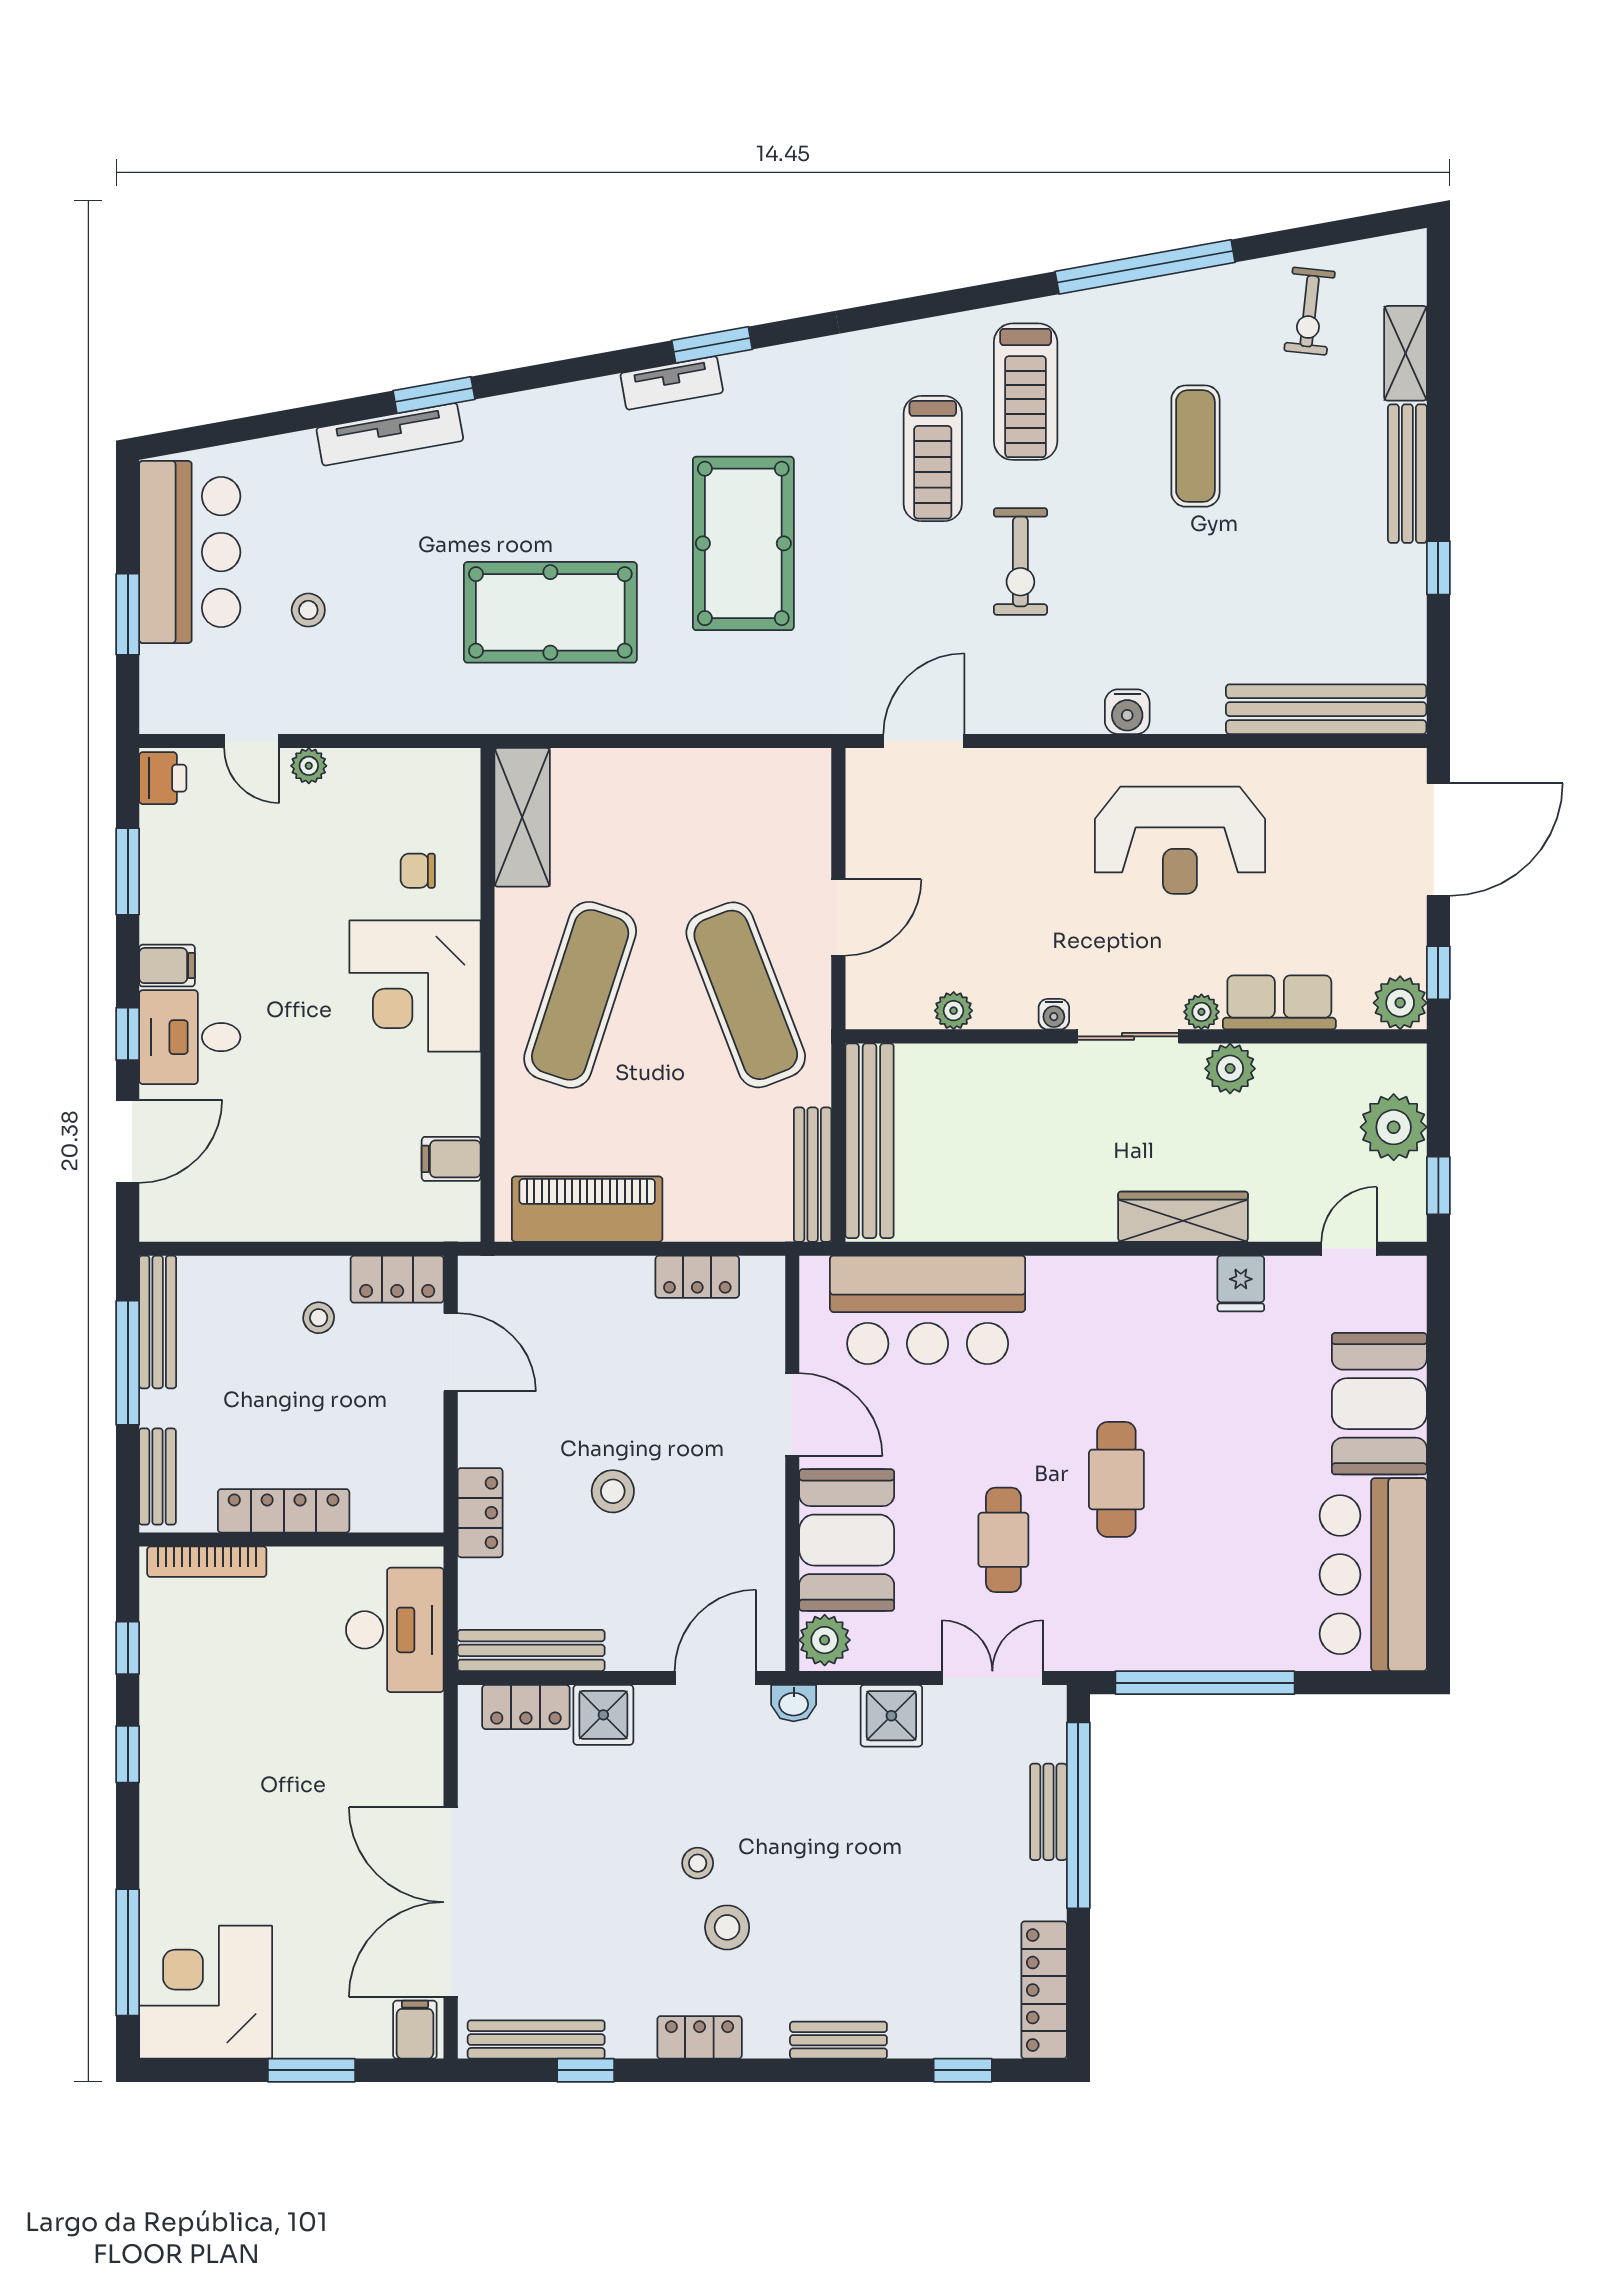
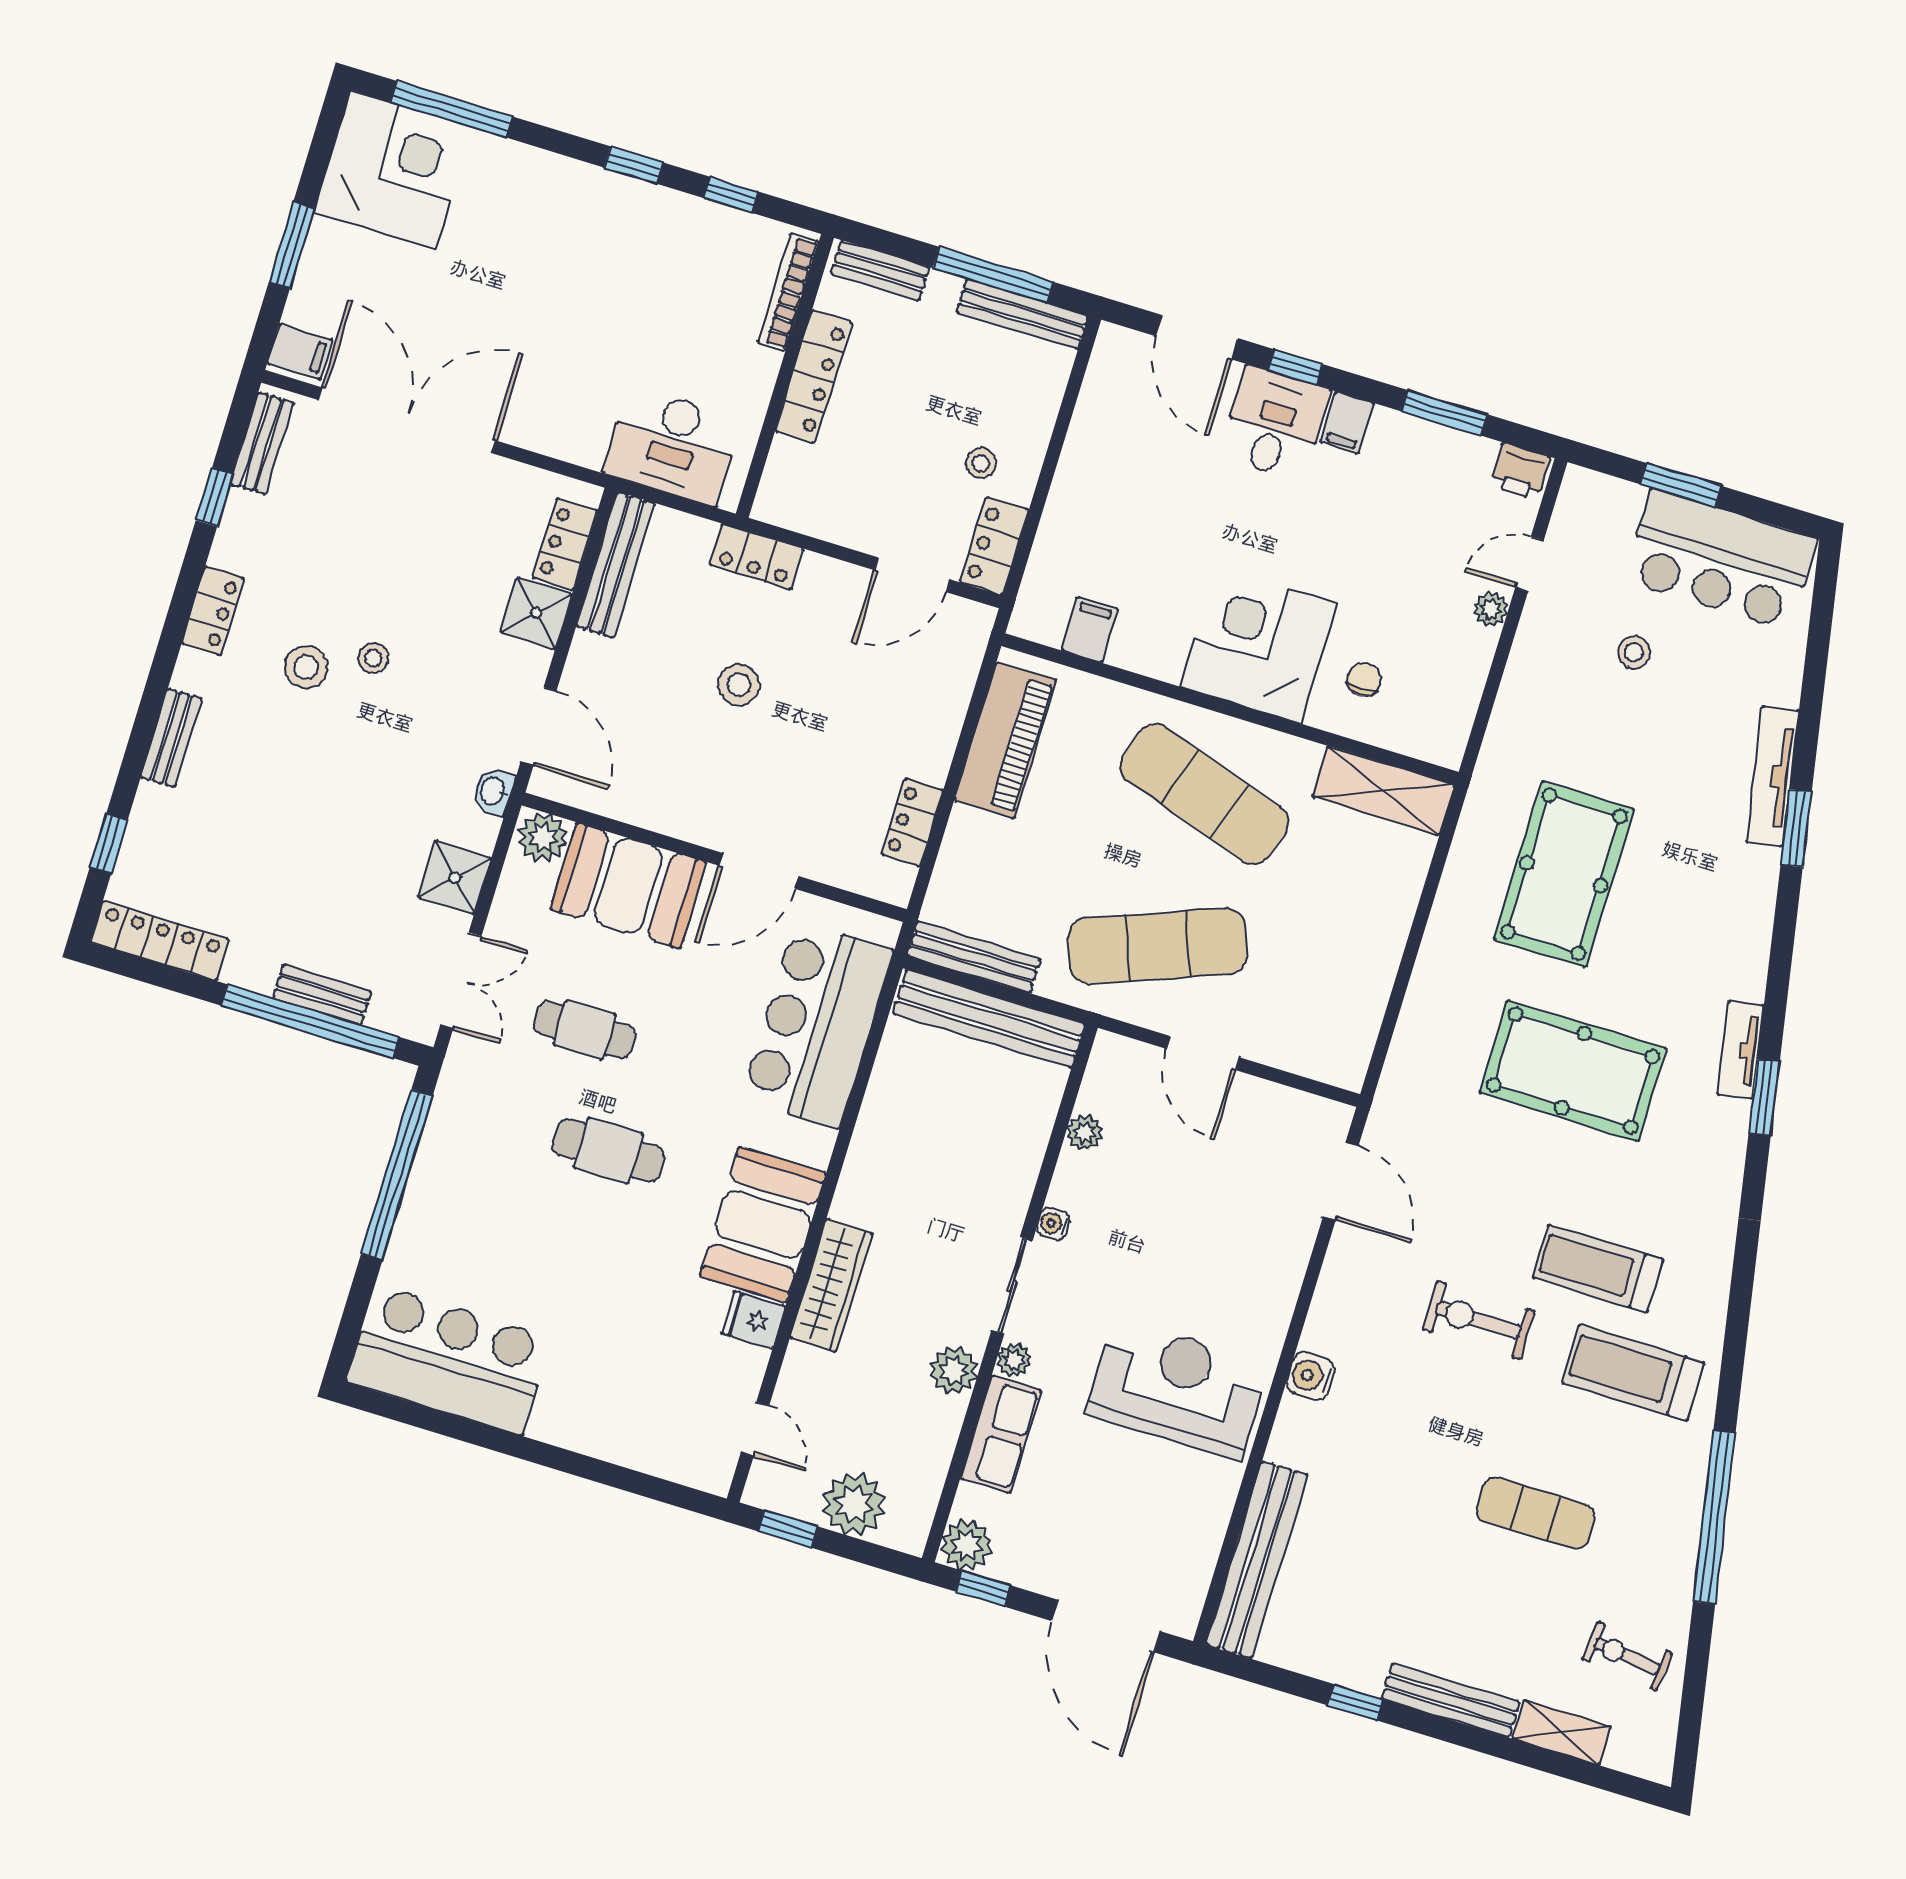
reception desk: (1180, 840) -> (1178, 1388), turned 90
booth: (1379, 1404) -> (763, 1224), moved, turned 90
bench: (536, 2040) -> (262, 443), width x0.73

